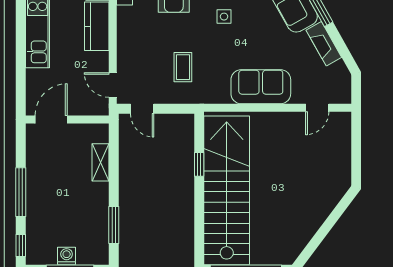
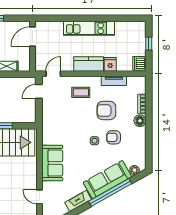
coffee table: (183, 67) -> (81, 92), moved
door: (51, 119) -> (32, 37), swing flipped

